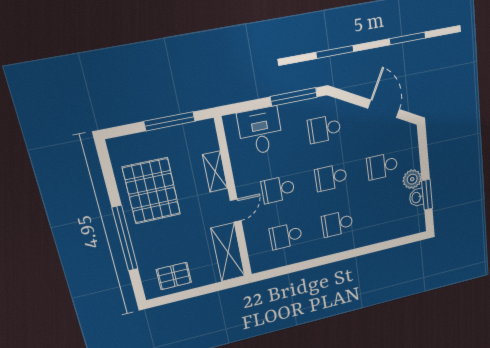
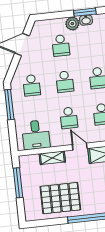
desk: (260, 131) -> (36, 135), moved, turned -90

